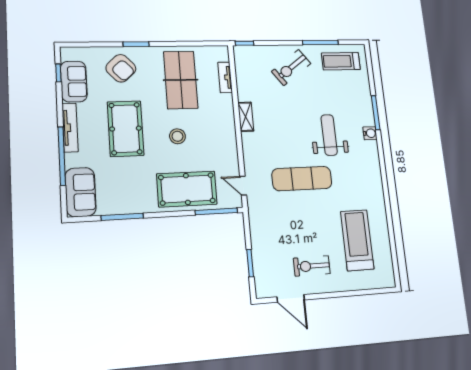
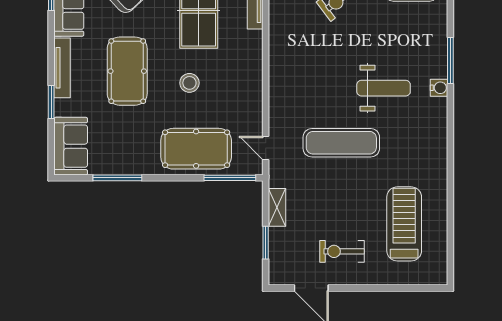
shelving: (246, 117) -> (277, 207), moved
weight bench: (329, 135) -> (384, 88), turned 90
window: (62, 156) -> (51, 102), width x0.47

